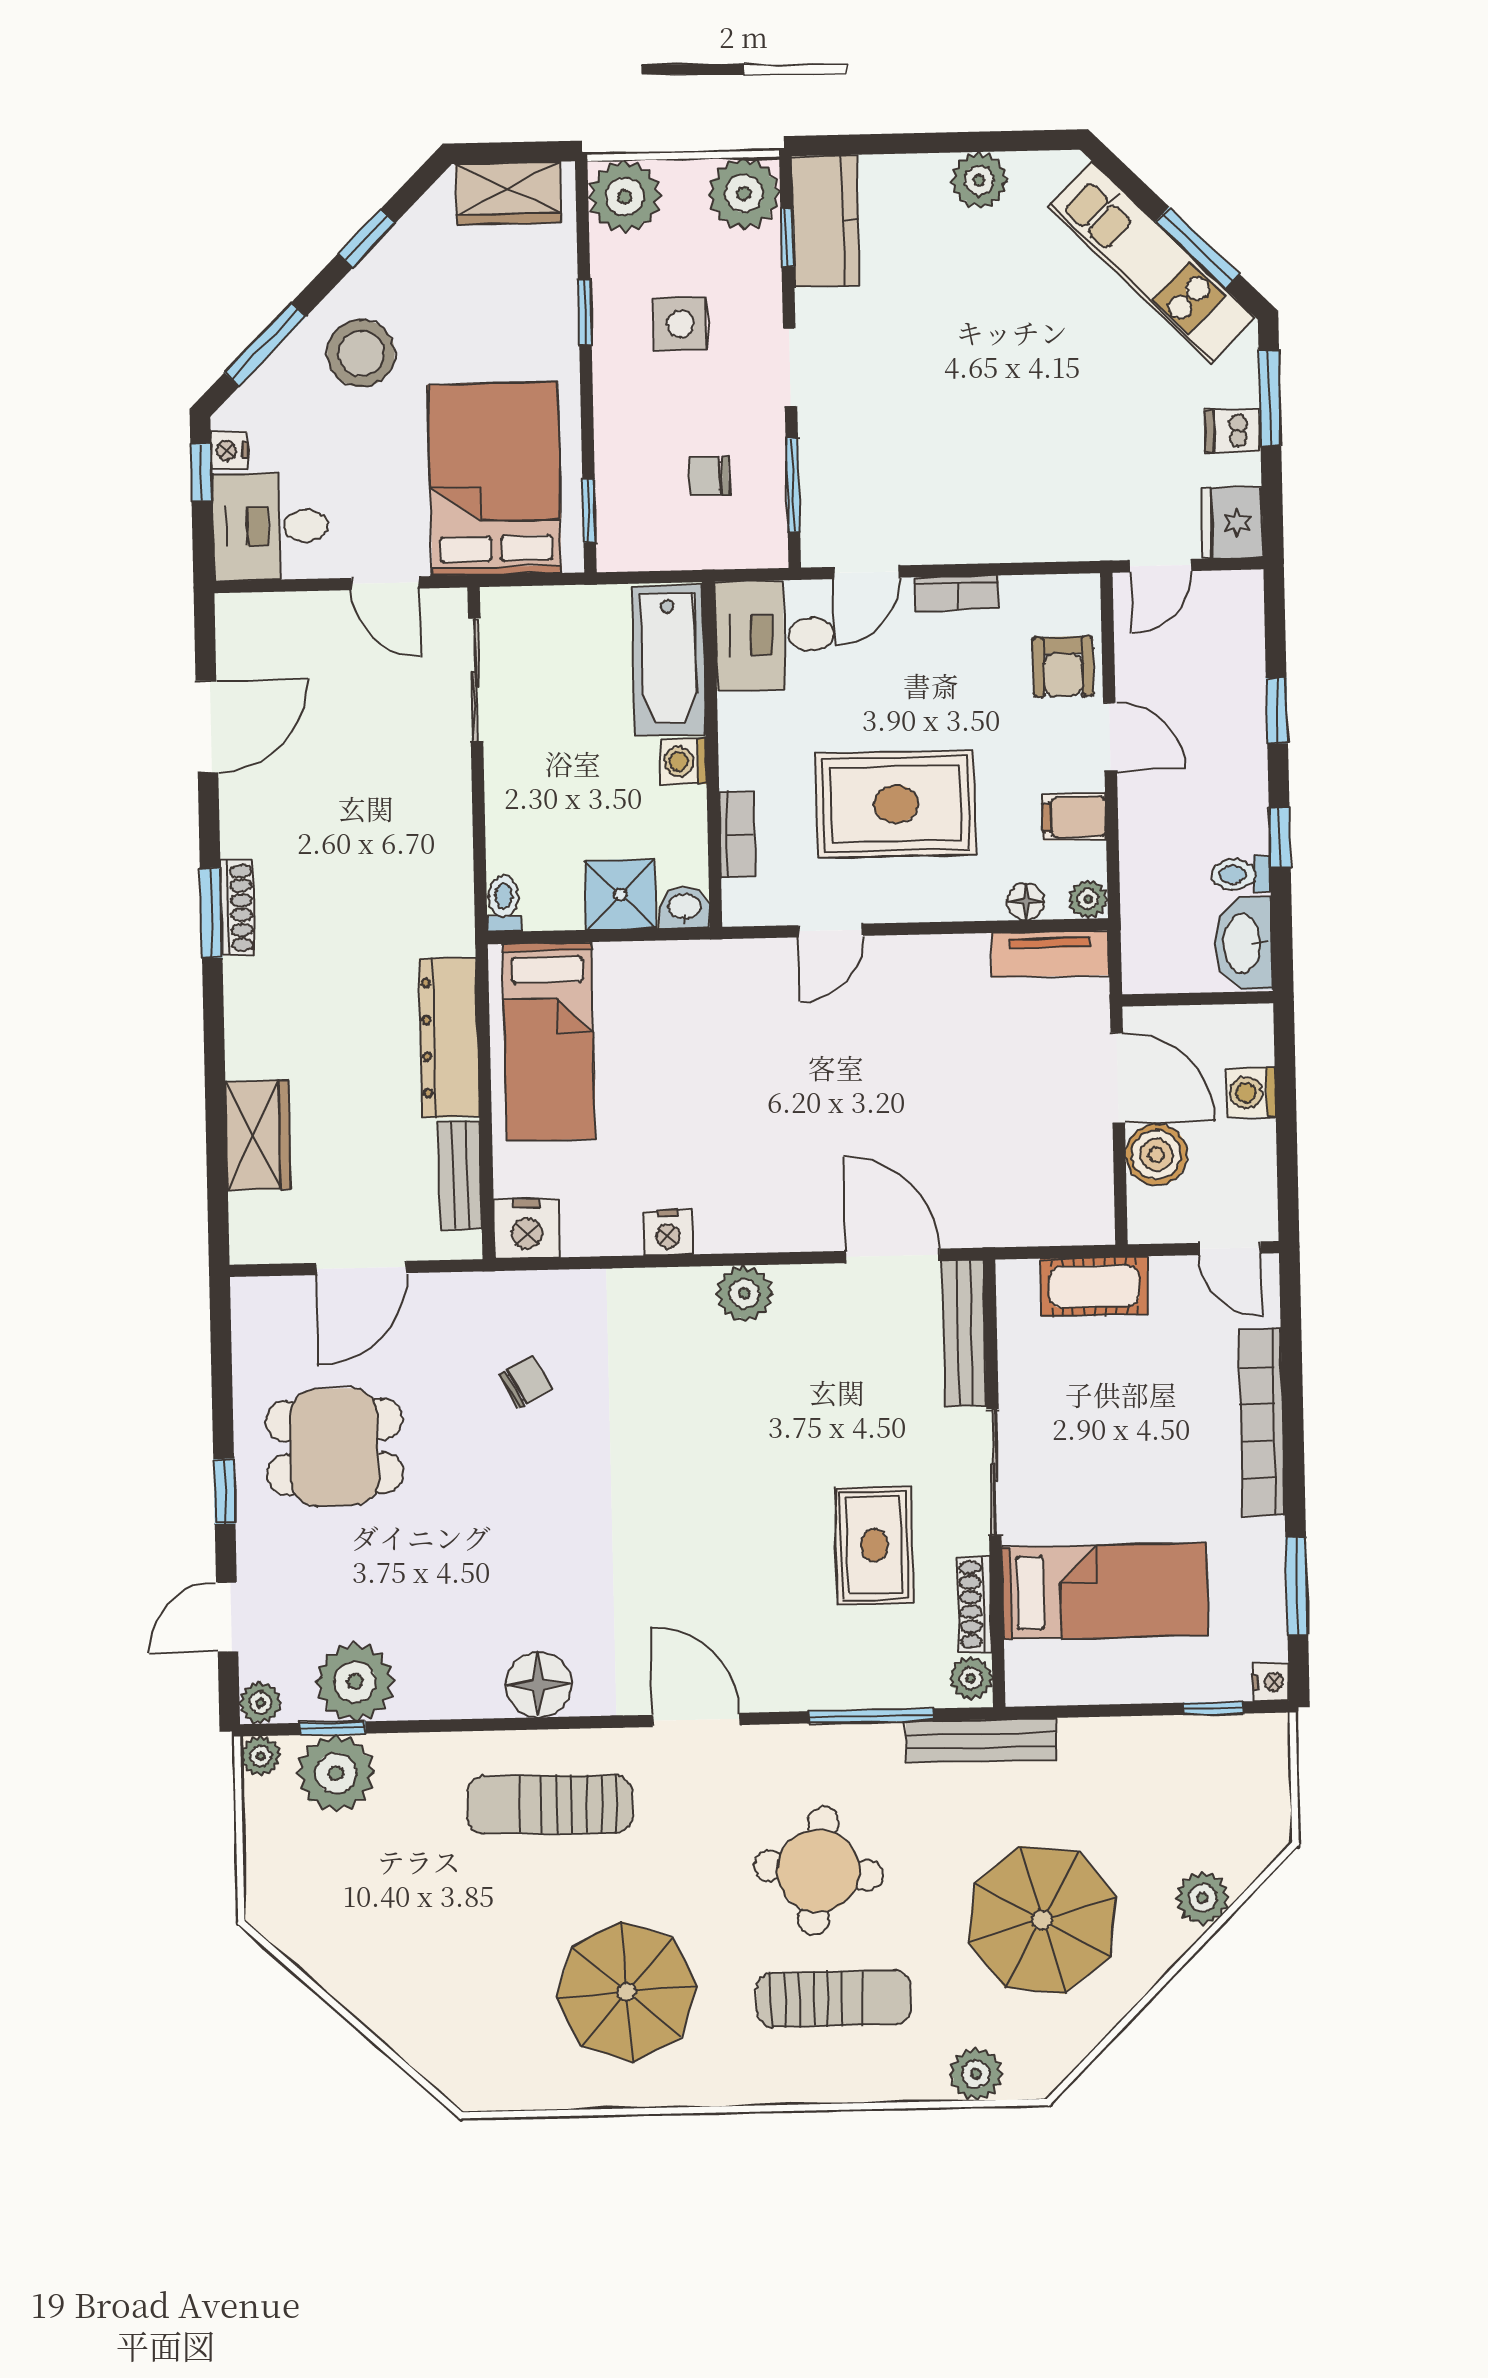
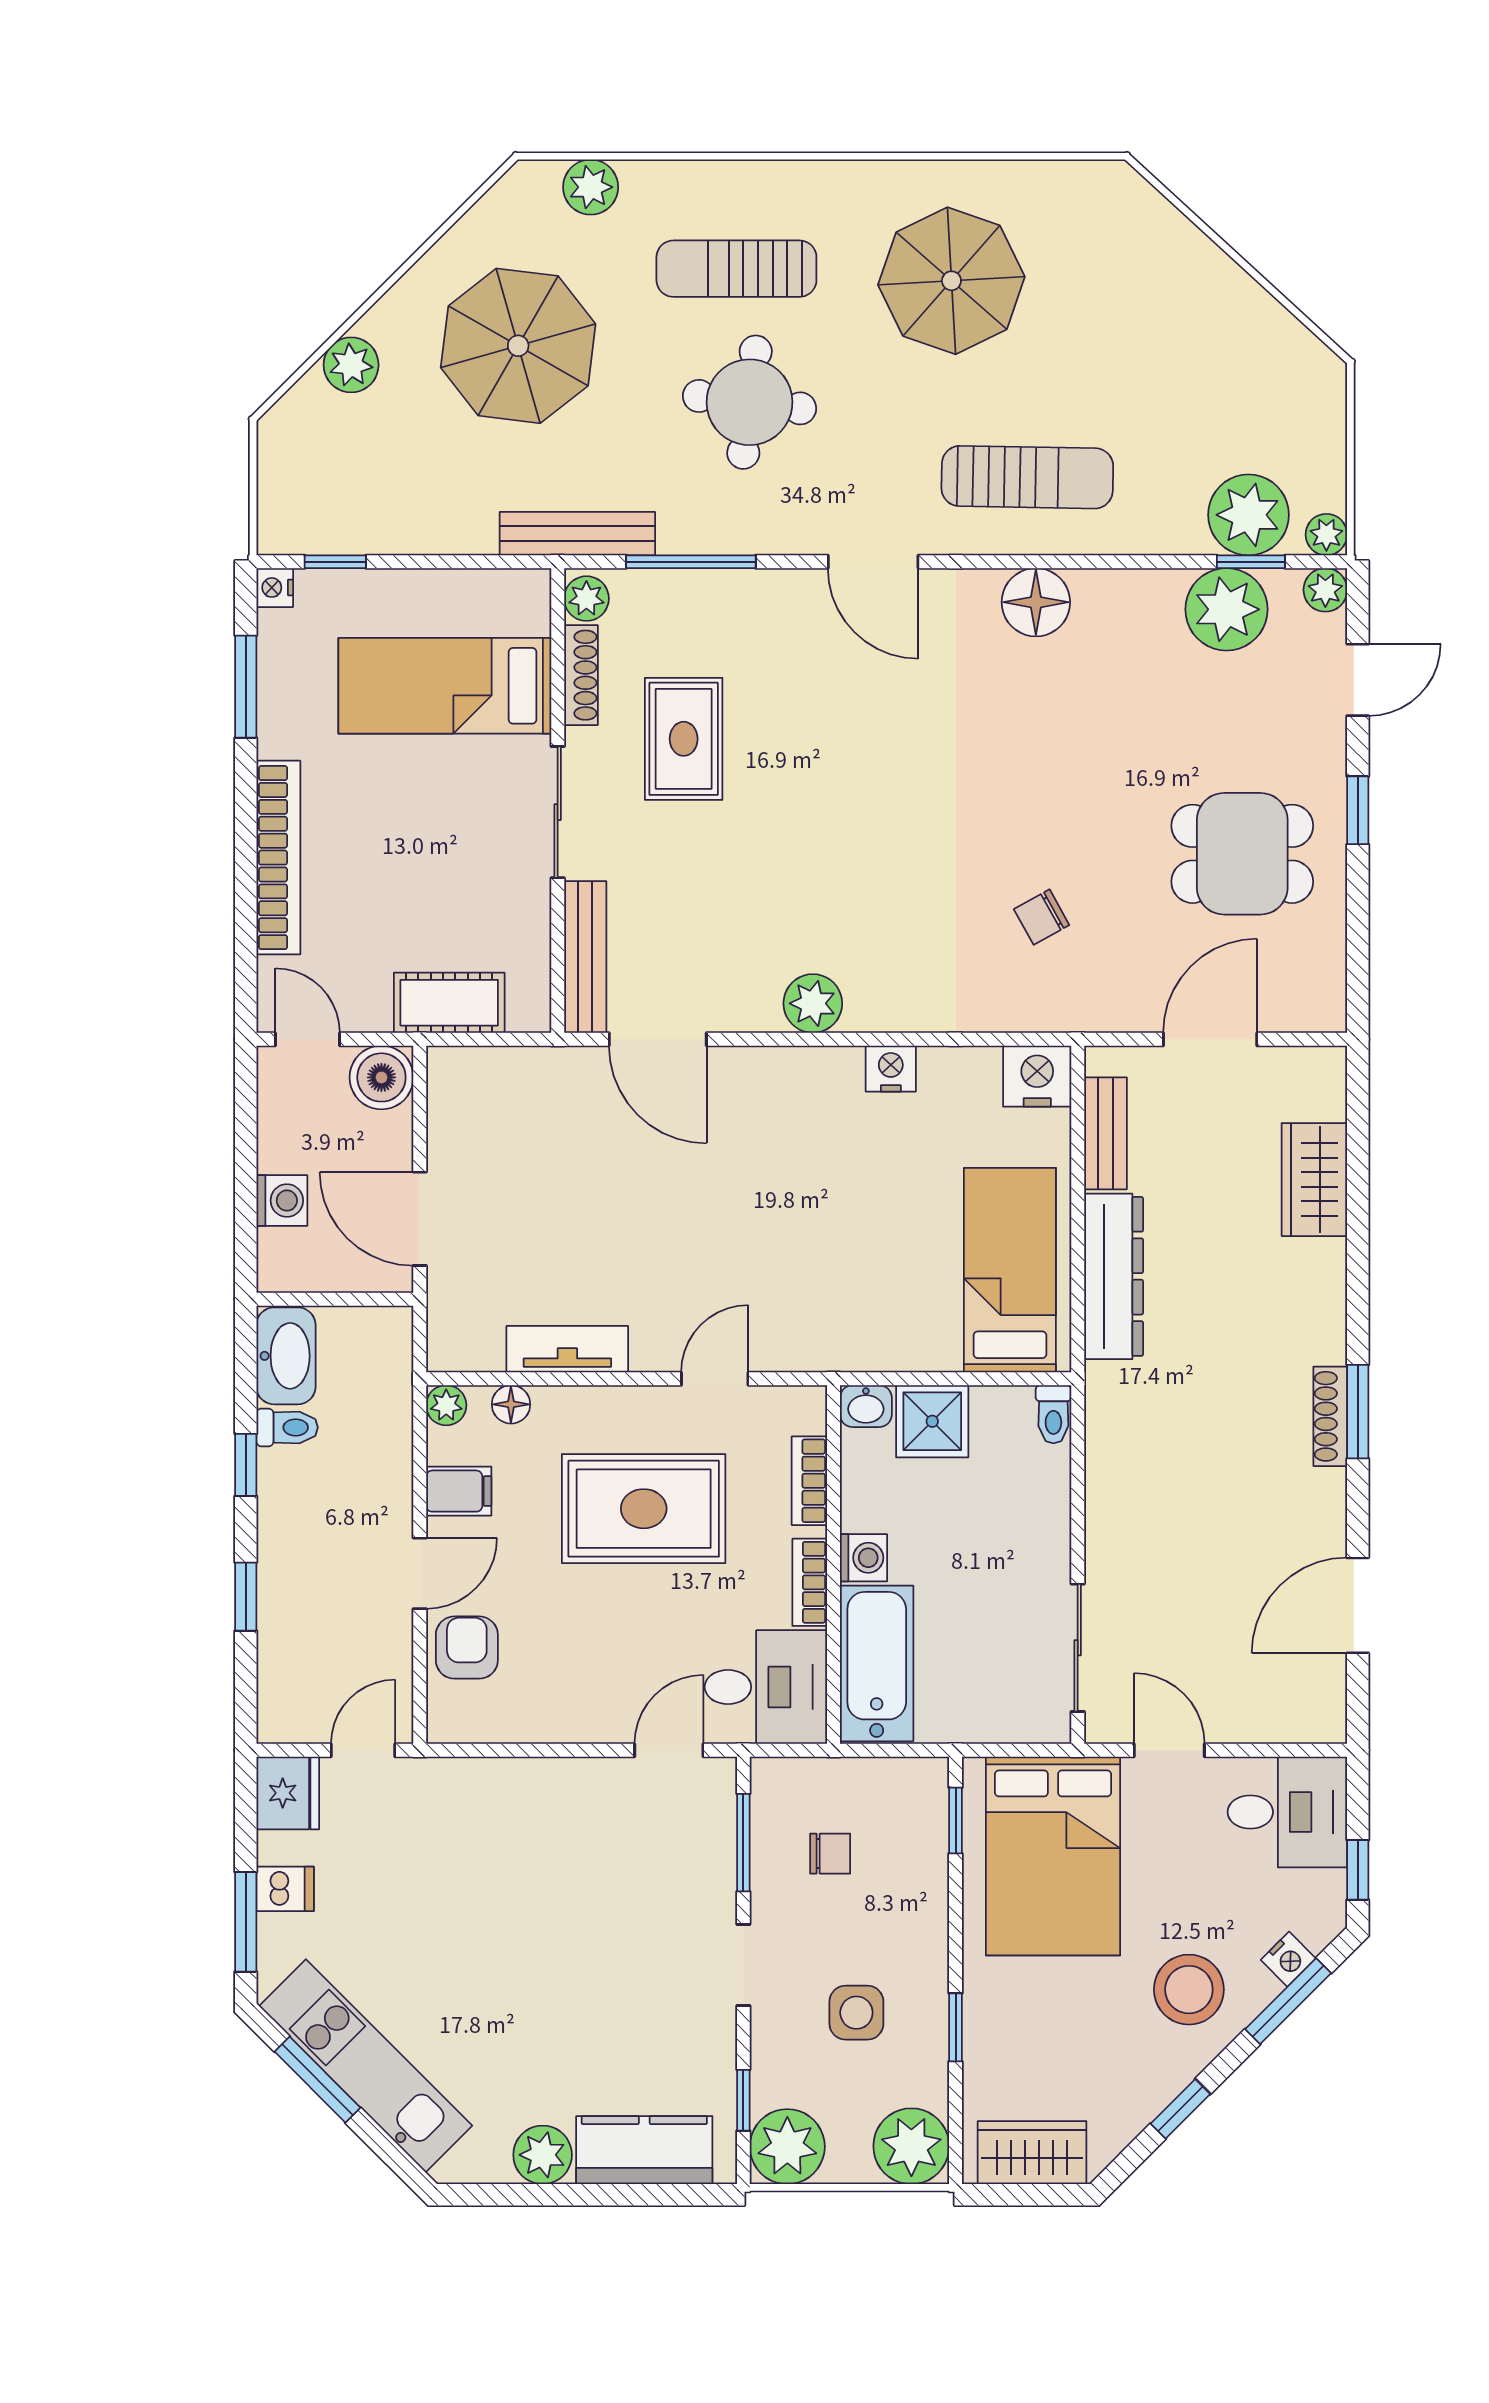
kitchen counter: (826, 221) -> (644, 2150), moved, turned 90
nightstand: (229, 450) -> (1288, 1959), moved, turned 45
bookcase: (957, 593) -> (810, 1582), moved, turned -90
door: (1110, 737) -> (420, 1573), swing flipped
tv unit: (1050, 954) -> (567, 1349), moved
boiler: (1156, 1155) -> (381, 1077), moved

